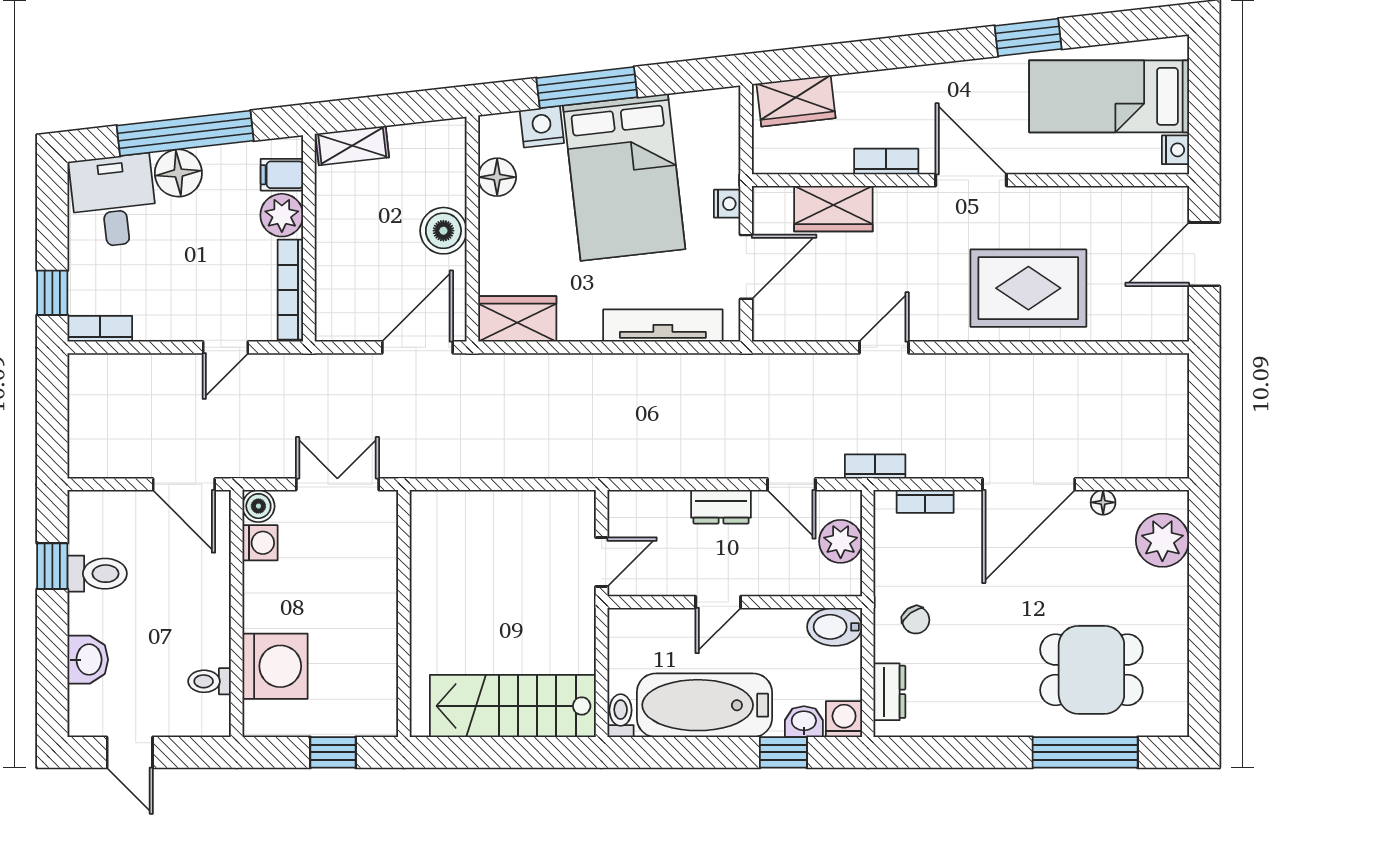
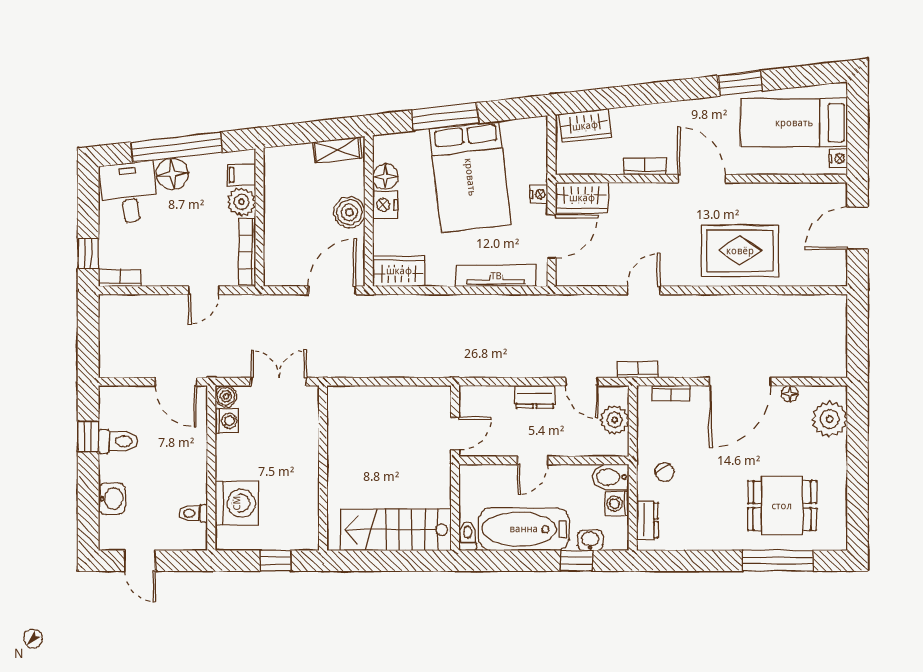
nightstand: (542, 127) -> (385, 205), moved, turned -84
shelving: (352, 146) -> (337, 150), moved
wardrobe: (833, 209) -> (582, 198), moved
washing machine: (844, 719) -> (617, 504), moved, turned -90

